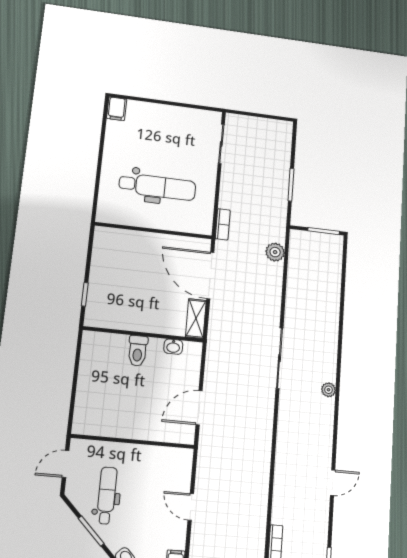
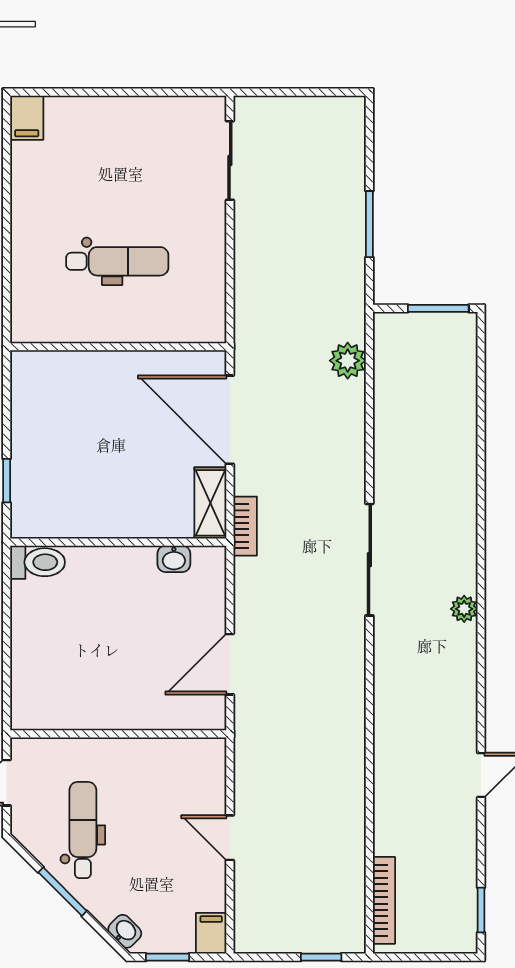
dental chair: (157, 187) -> (117, 261), width x0.73, depth x0.72
bookcase: (223, 224) -> (245, 526), moved
toilet: (138, 351) -> (38, 562), moved, turned -90

